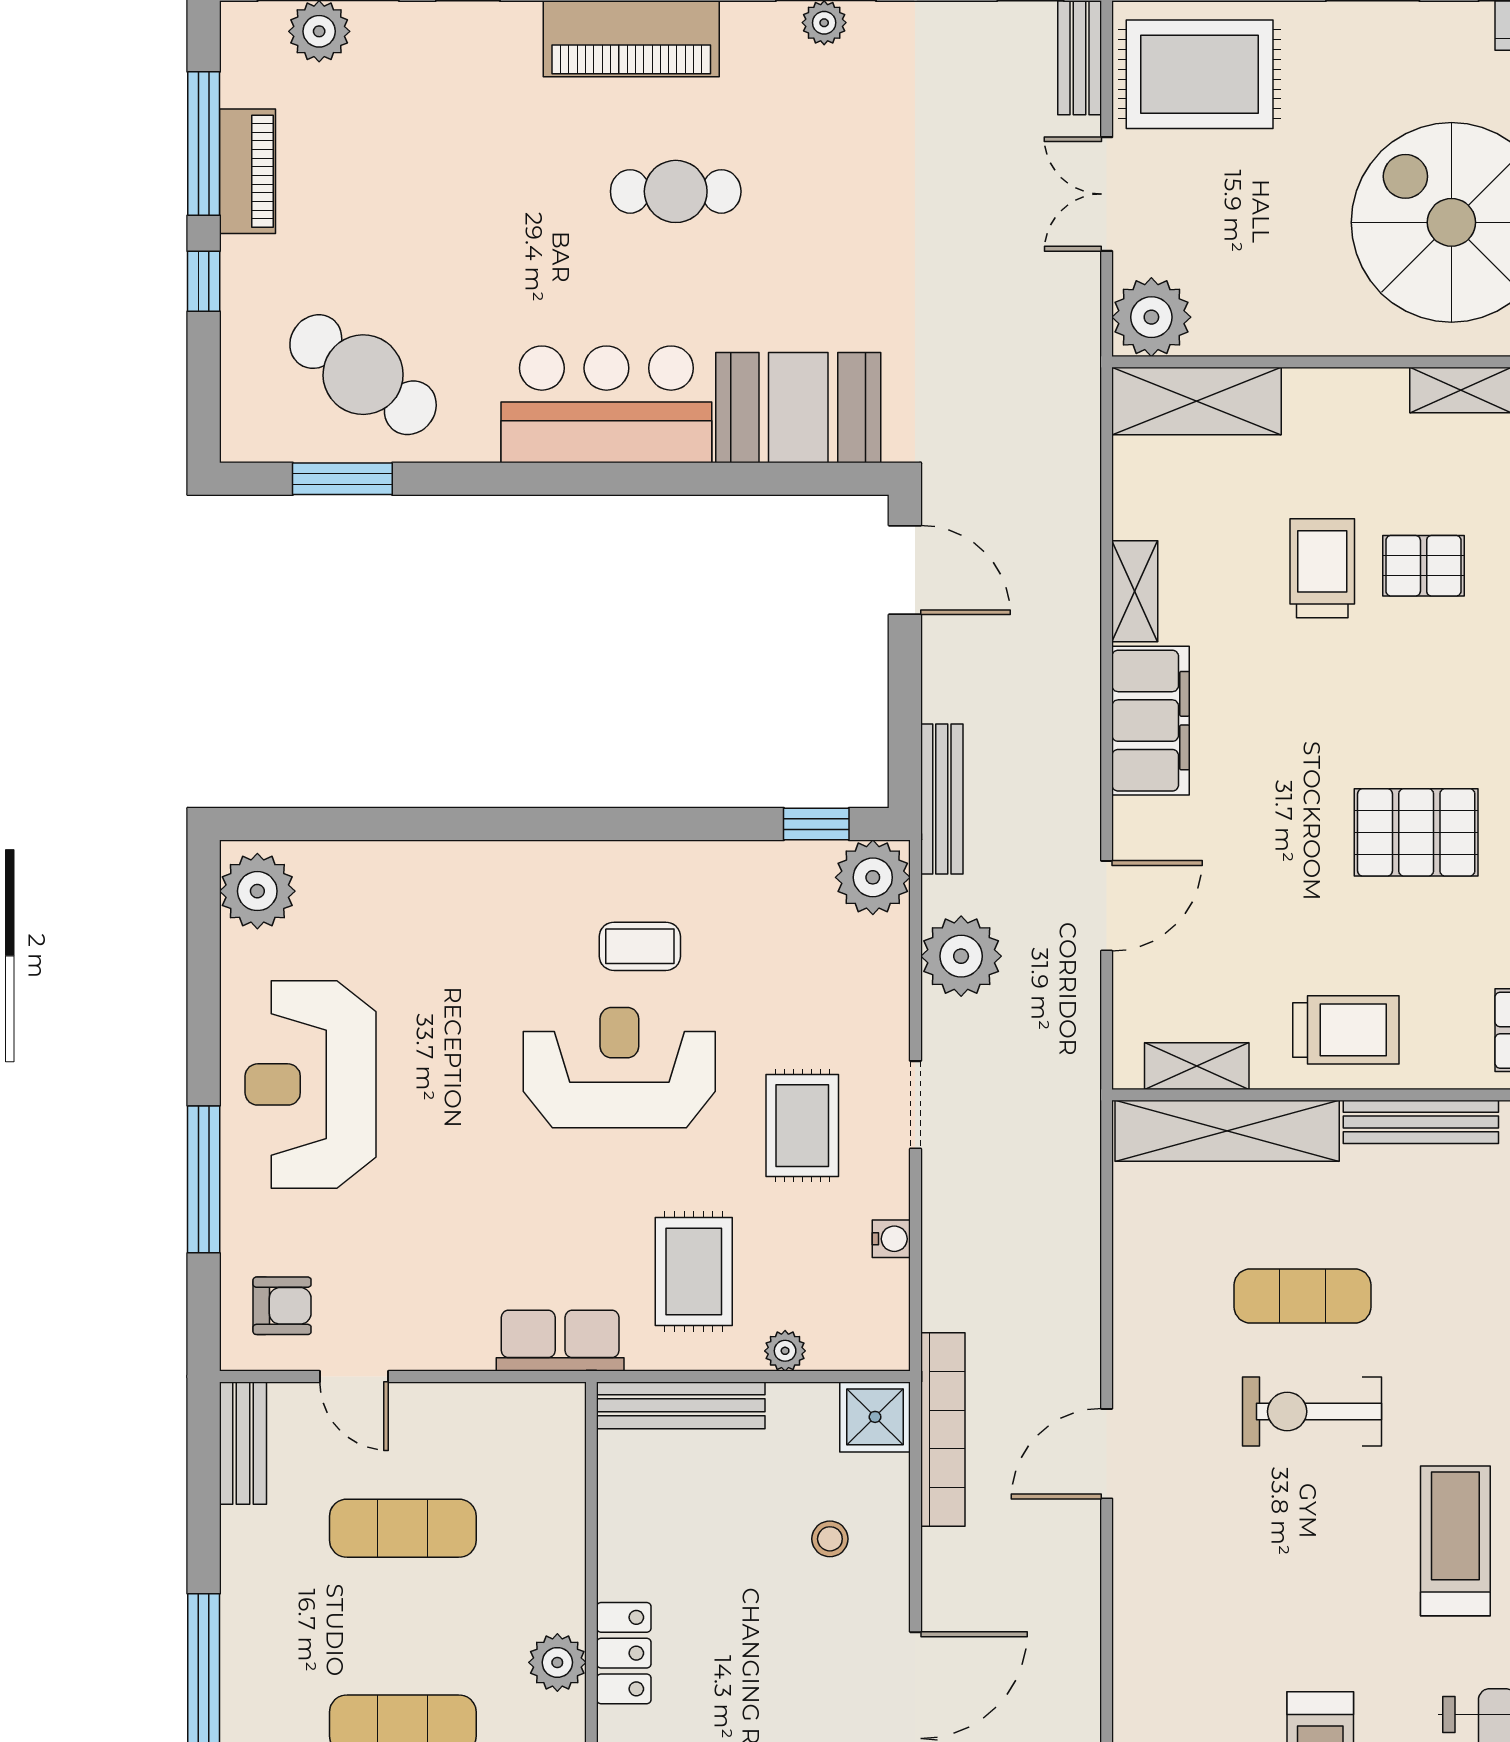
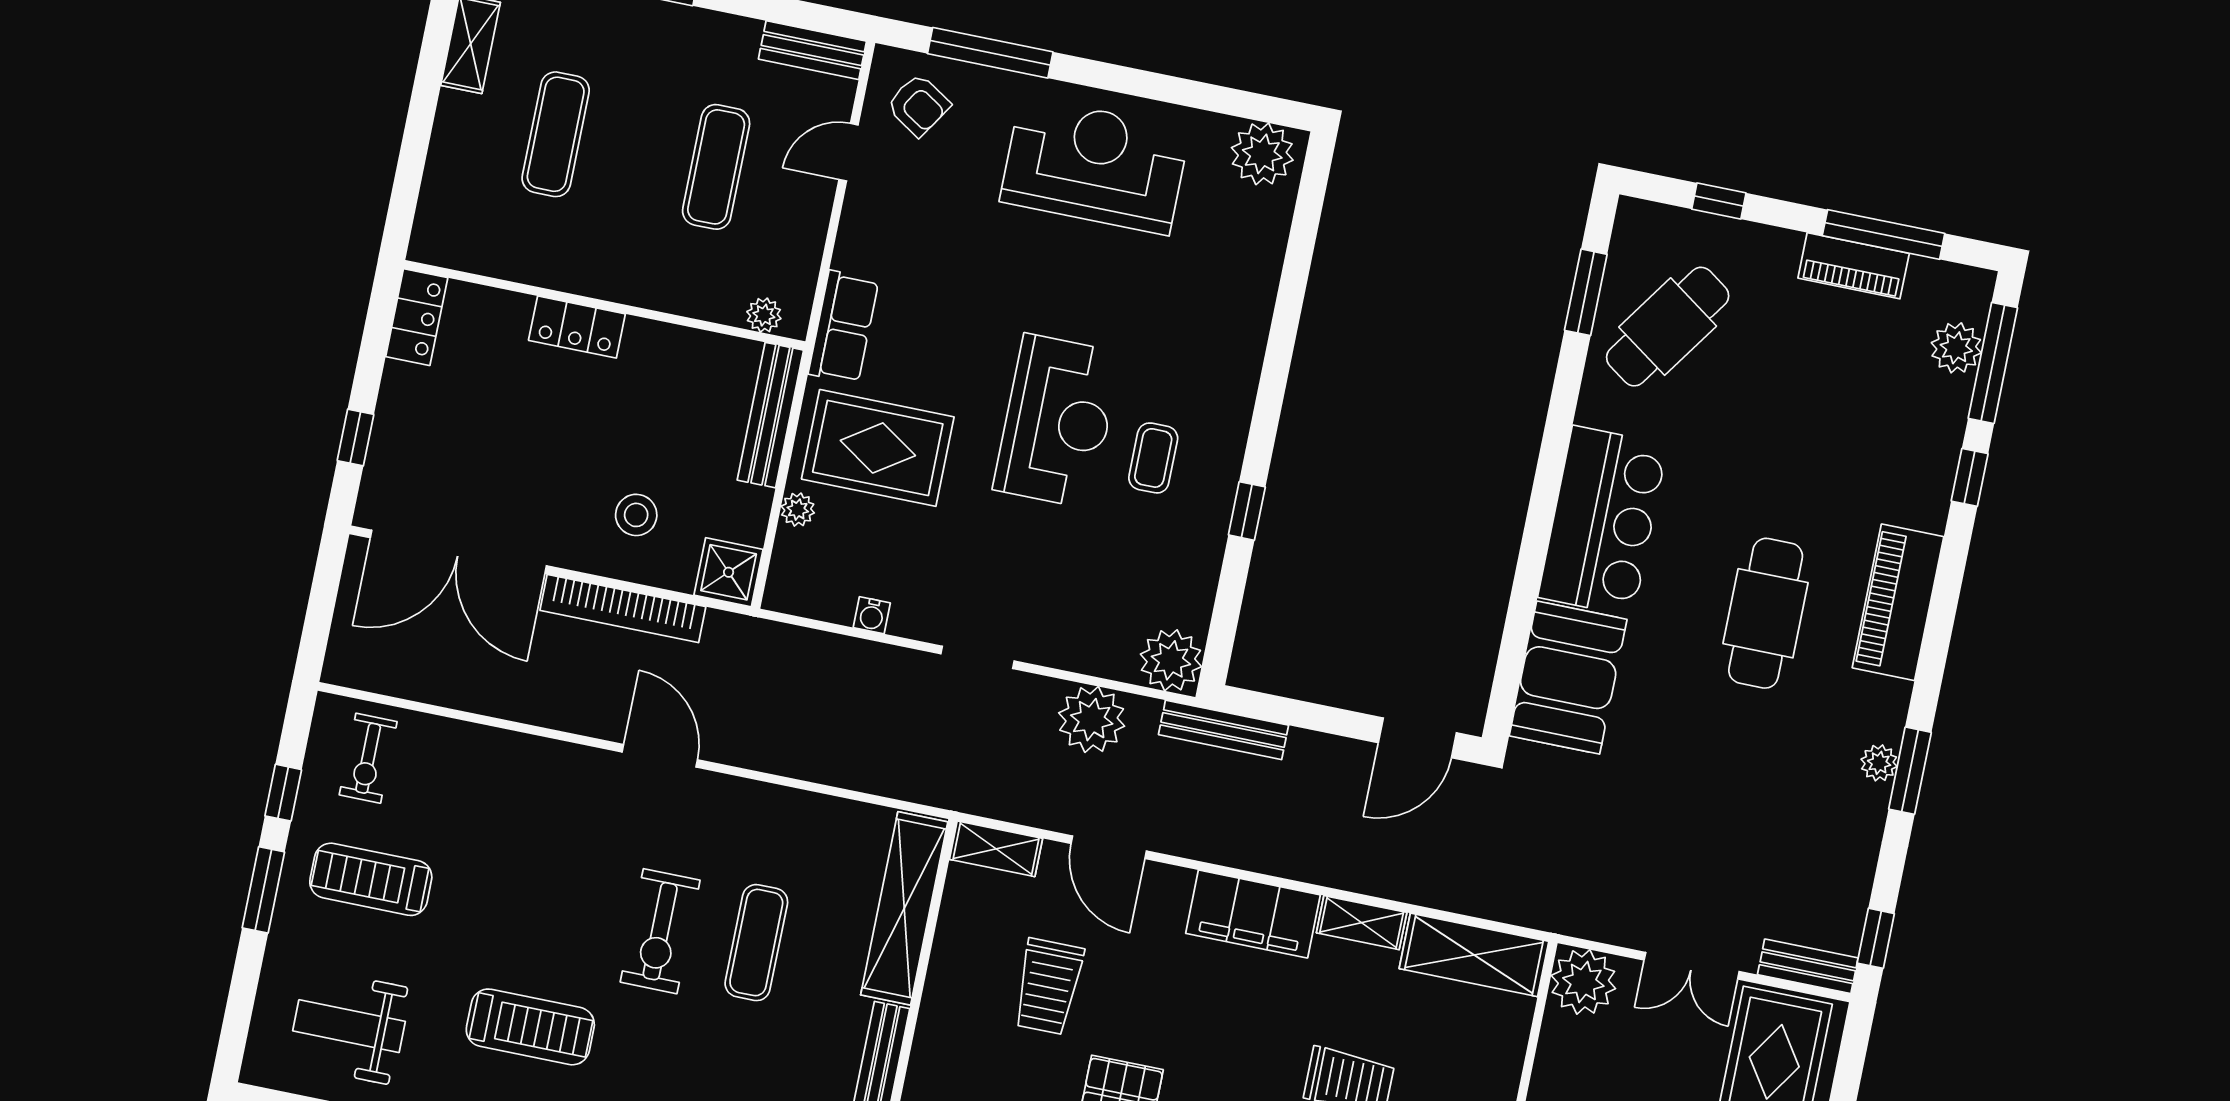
cafe table: (676, 191) -> (1766, 613), width x1.37, depth x1.35
double door: (1107, 194) -> (1692, 966), swing flipped
window: (204, 281) -> (1719, 201), moved
shelving: (1197, 401) -> (1474, 955), moved, turned 90
window: (816, 824) -> (1247, 511), moved
trolley: (1346, 1030) -> (1048, 986), moved
shelving: (1197, 1066) -> (996, 849), moved, turned 90
rug: (802, 1126) -> (979, 561), removed
window: (204, 1179) -> (990, 53), moved
rug: (694, 1272) -> (878, 448), width x1.36, depth x1.43
armchair: (282, 1306) -> (918, 105), turned -57
exercise bike: (1312, 1412) -> (660, 931), turned 180
bookcase: (943, 1429) -> (623, 609), moved
stool: (830, 1539) -> (636, 515), width x1.37, depth x1.37
plant: (557, 1662) -> (764, 315), moved, width x0.73, depth x0.73

